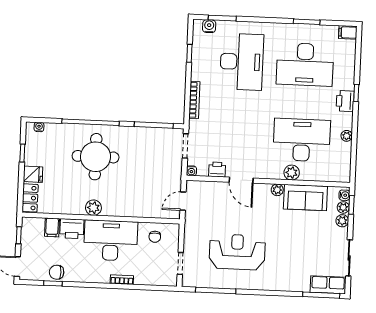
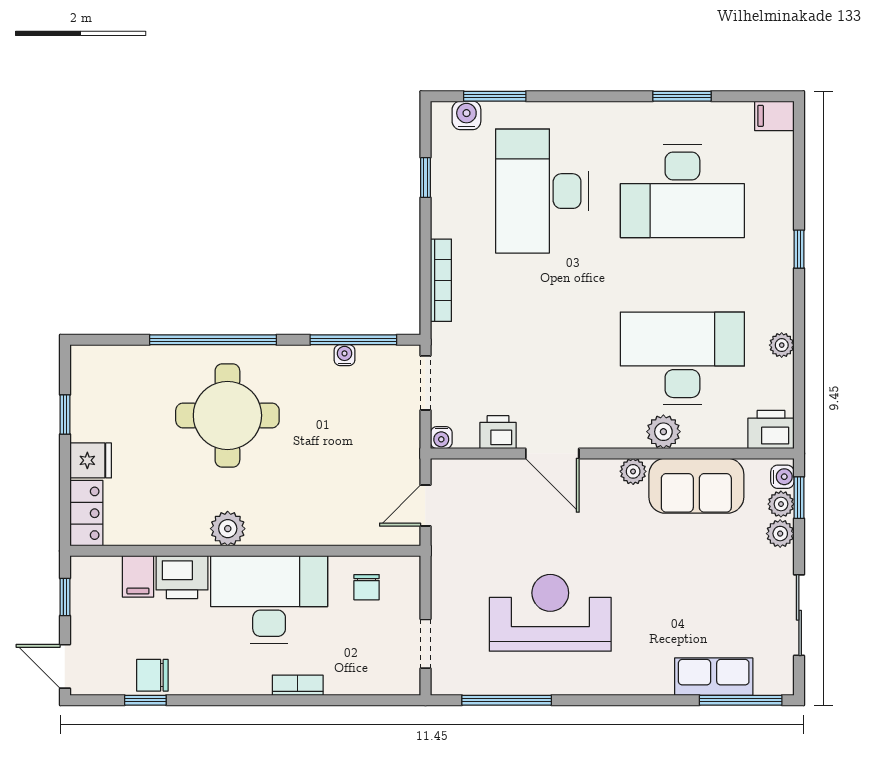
desk: (242, 62) -> (542, 191), turned 180
printer: (345, 101) -> (771, 429), moved, turned 90
water cooler: (39, 127) -> (345, 355), moved
row of seats: (328, 285) -> (714, 677), moved

